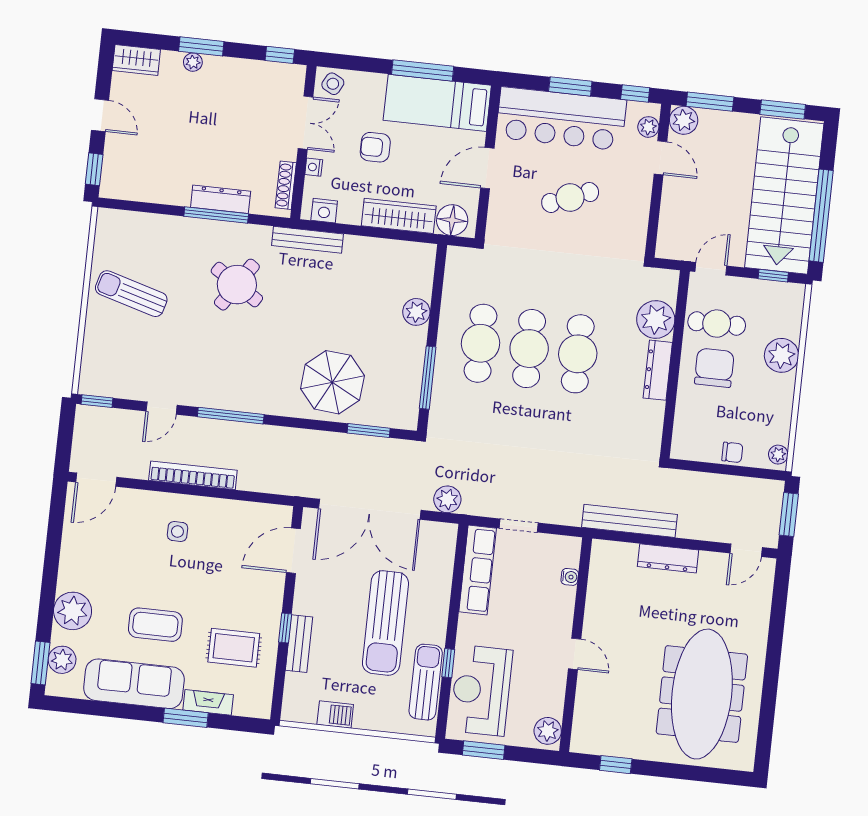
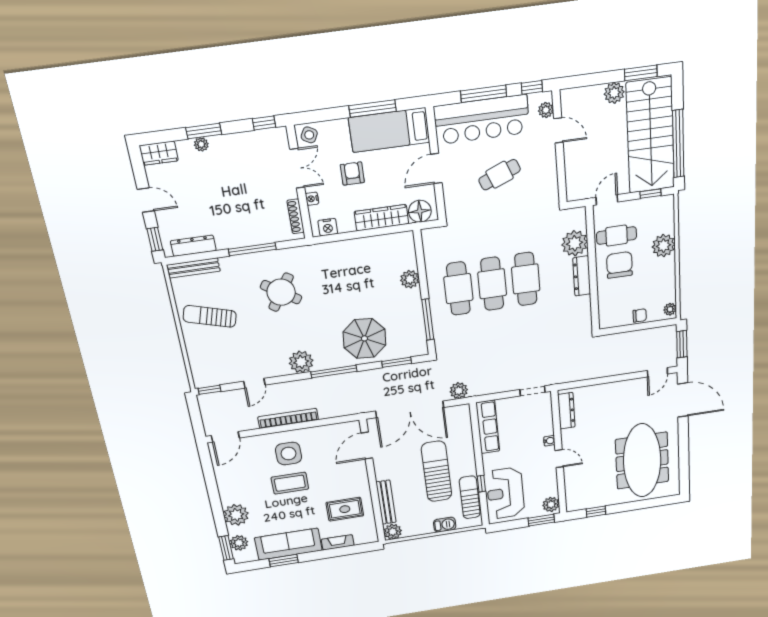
window: (570, 86) -> (484, 94), width x1.44
window: (710, 102) -> (587, 80), removed
plant: (684, 120) -> (614, 93), moved
armchair: (375, 147) -> (352, 174), turned 90
dresser: (221, 199) -> (193, 246), moved
bench: (307, 240) -> (193, 268), moved
plant: (235, 394) -> (301, 362), added
window: (231, 416) -> (334, 372), moved
bench: (629, 521) -> (580, 374), removed
doorway: (519, 526) -> (533, 391), moved
side table: (177, 531) -> (289, 454), width x1.87, depth x1.87
dresser: (668, 558) -> (566, 411), moved, turned -90
water cooler: (570, 577) -> (549, 441), moved
door: (779, 607) -> (683, 400), added
sun lounger: (385, 623) -> (437, 471), turned 180
coffee table: (155, 625) -> (290, 483), moved
window: (285, 628) -> (374, 490), removed
bench: (299, 644) -> (386, 502), width x1.36
plant: (295, 708) -> (393, 532), added
barbecue: (335, 715) -> (445, 525), moved
window: (186, 718) -> (284, 561), moved
window: (484, 750) -> (541, 520), moved

